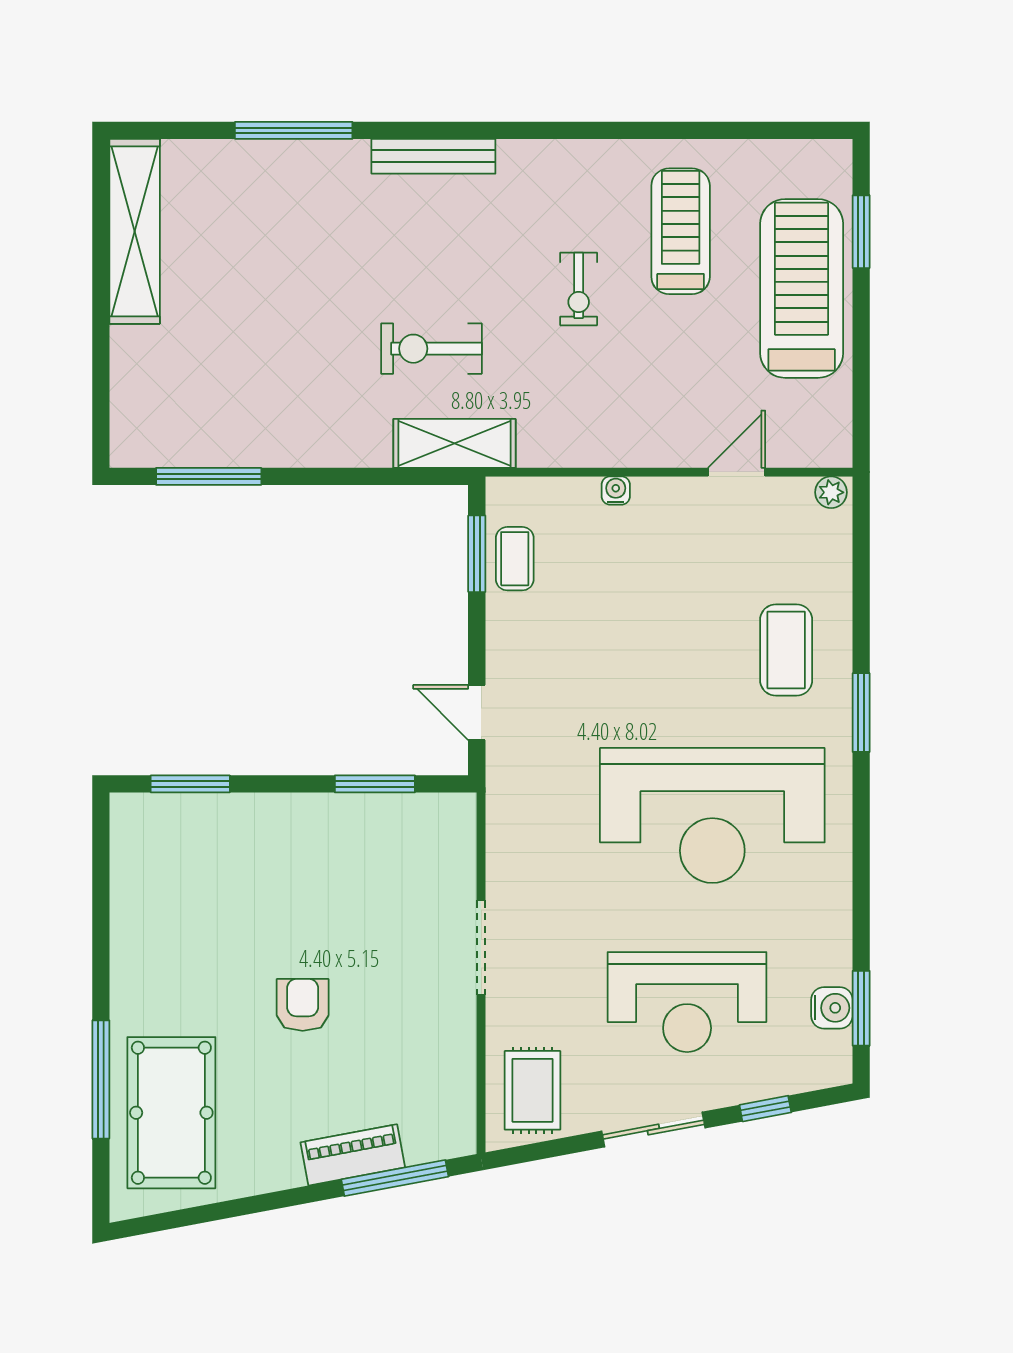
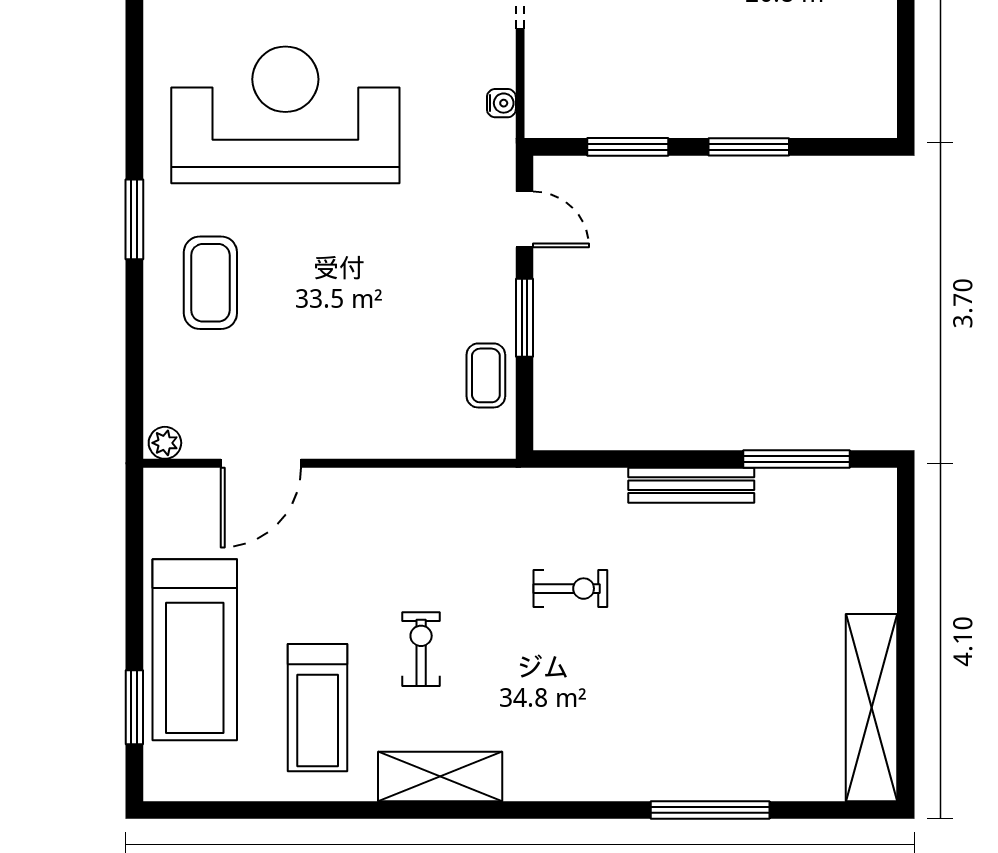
bench: (433, 156) -> (691, 485), moved
exercise bike: (431, 349) -> (570, 589), width x0.73, depth x0.72
shelving: (454, 443) -> (440, 777), moved
door: (737, 472) -> (261, 463), width x1.38
water cooler: (616, 490) -> (501, 103), moved, turned -90
window: (477, 554) -> (524, 318), moved
window: (190, 784) -> (749, 147), moved

